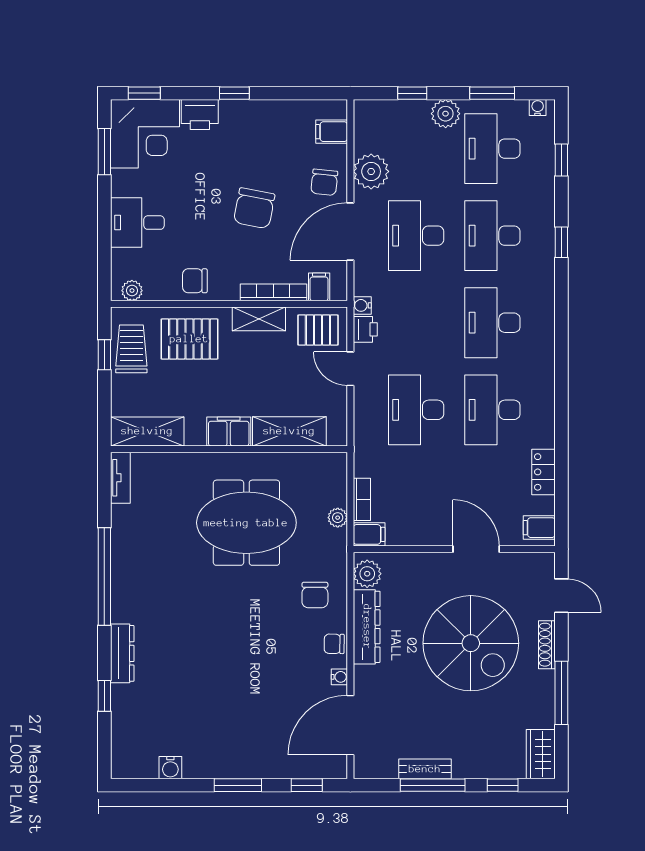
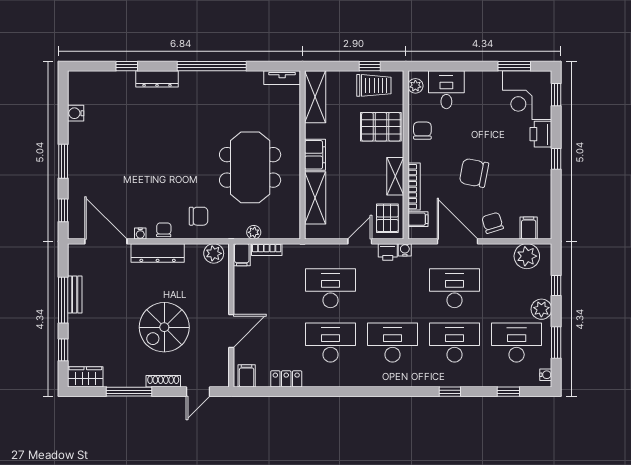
plant: (371, 171) -> (527, 256), moved
chair: (324, 182) -> (493, 223), turned 67
desk: (137, 223) -> (446, 90), moved
pallet: (189, 339) -> (381, 127), turned 90
chair: (315, 595) -> (199, 216), turned 180
dresser: (367, 627) -> (158, 253), moved
spiral stairs: (471, 643) -> (164, 327), width x0.73, depth x0.73

